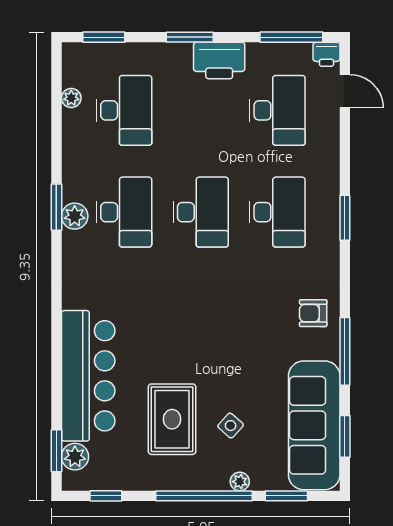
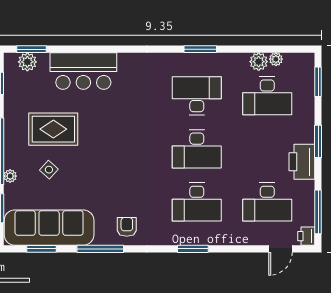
desk: (124, 212) -> (197, 96), turned 180
plant: (75, 216) -> (259, 62), moved
bar counter: (88, 376) -> (83, 71), width x0.73

